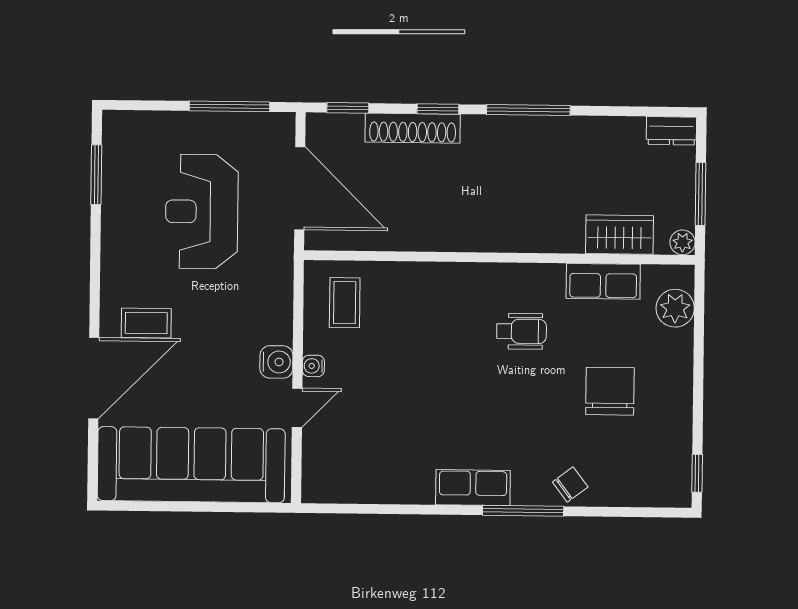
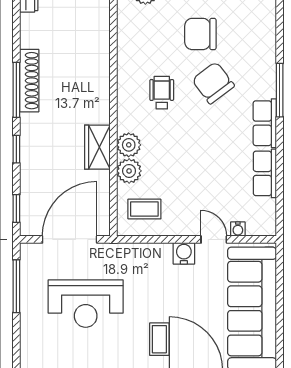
shoe rack: (413, 128) -> (29, 81), moved
wardrobe: (620, 235) -> (97, 147), moved
plant: (403, 280) -> (129, 171), added
plant: (443, 280) -> (129, 145), added
row of seats: (603, 281) -> (265, 173), moved, turned 180
water cooler: (313, 366) -> (238, 229), moved
chair: (570, 484) -> (213, 83), moved, width x1.87, depth x1.87

